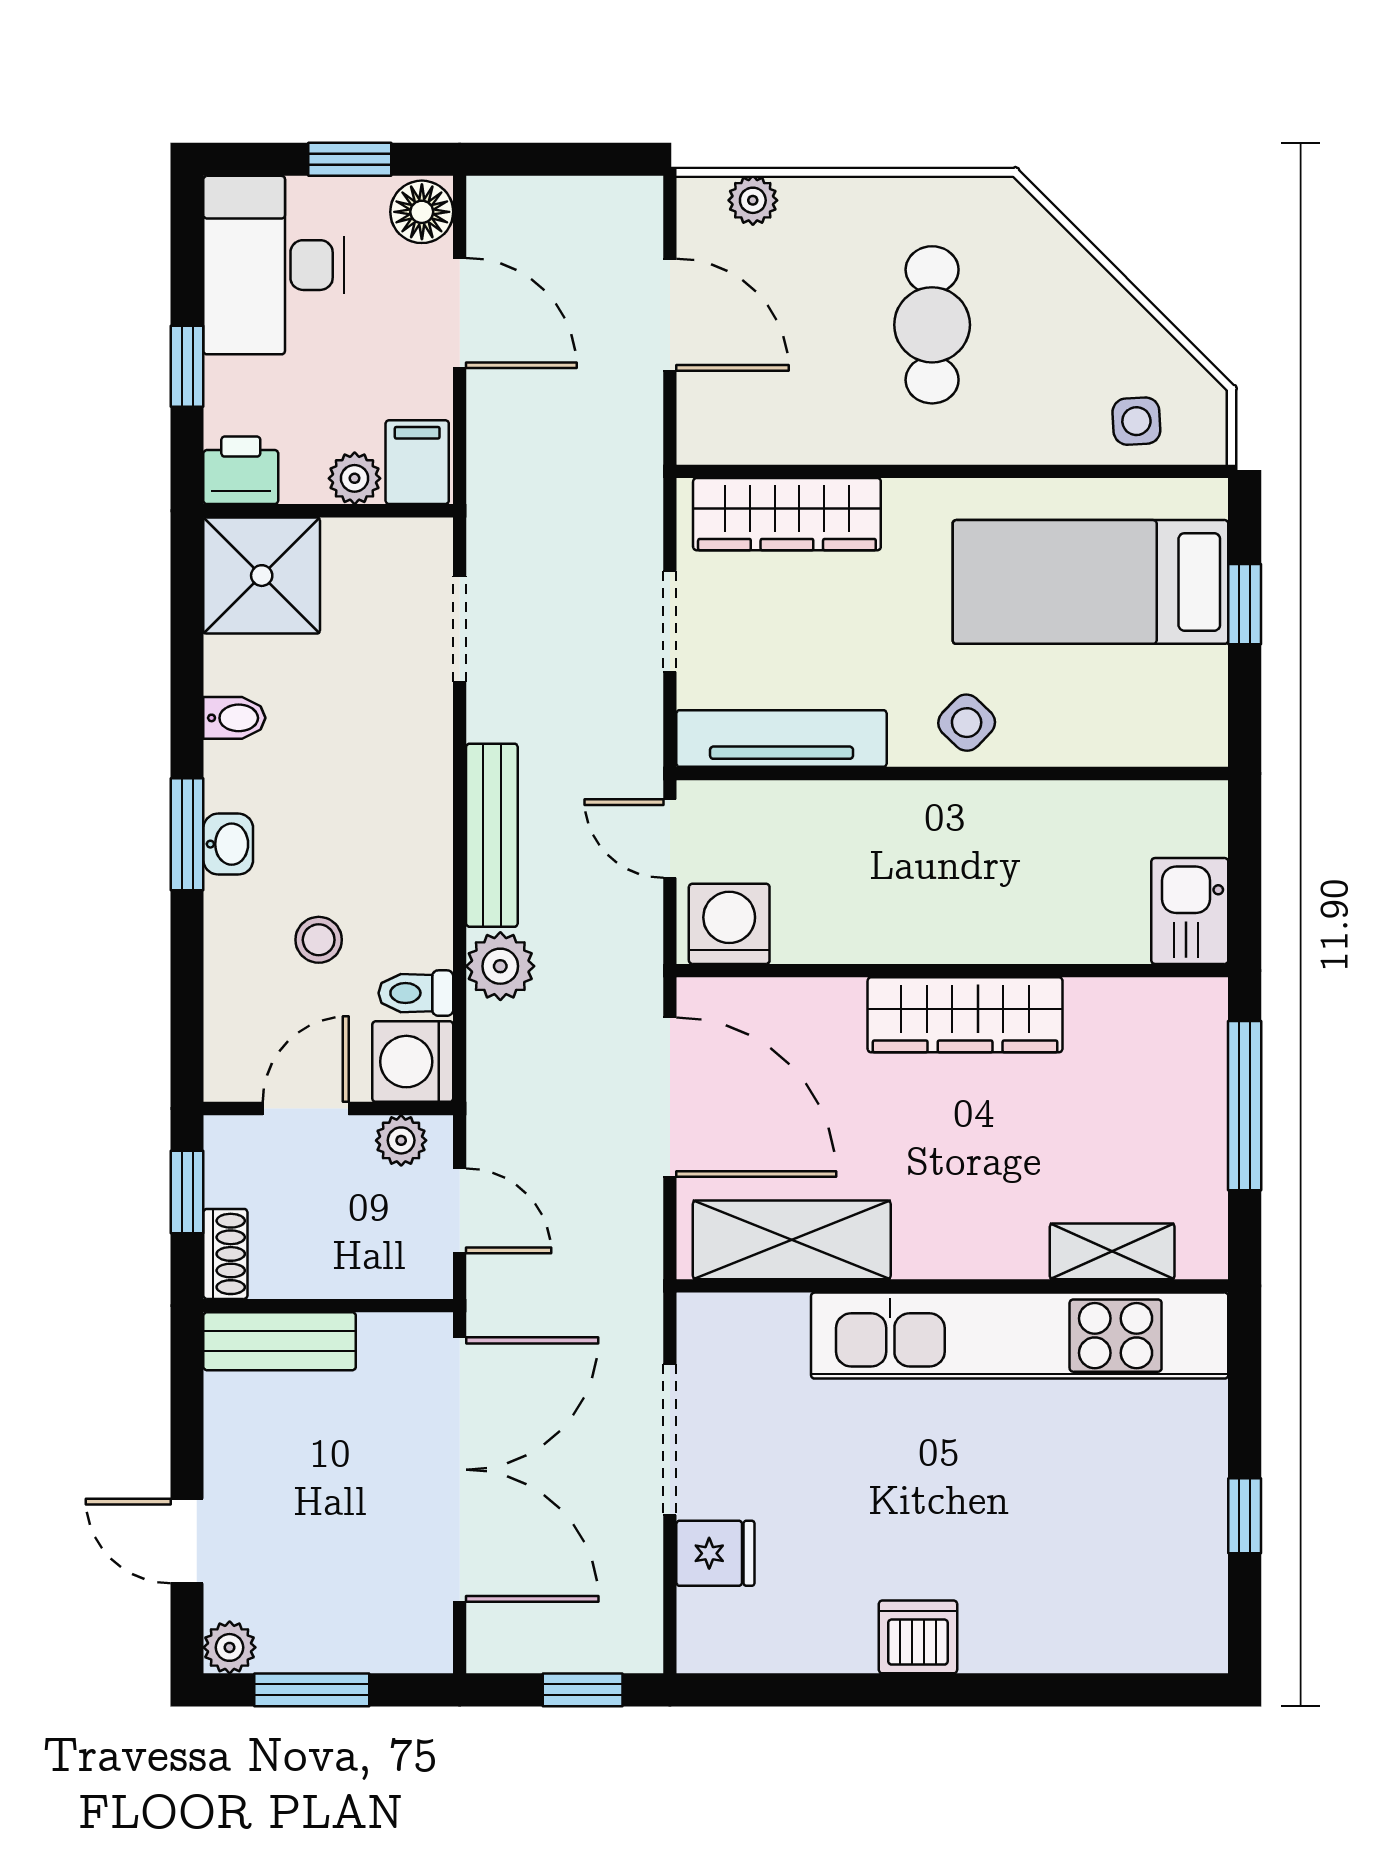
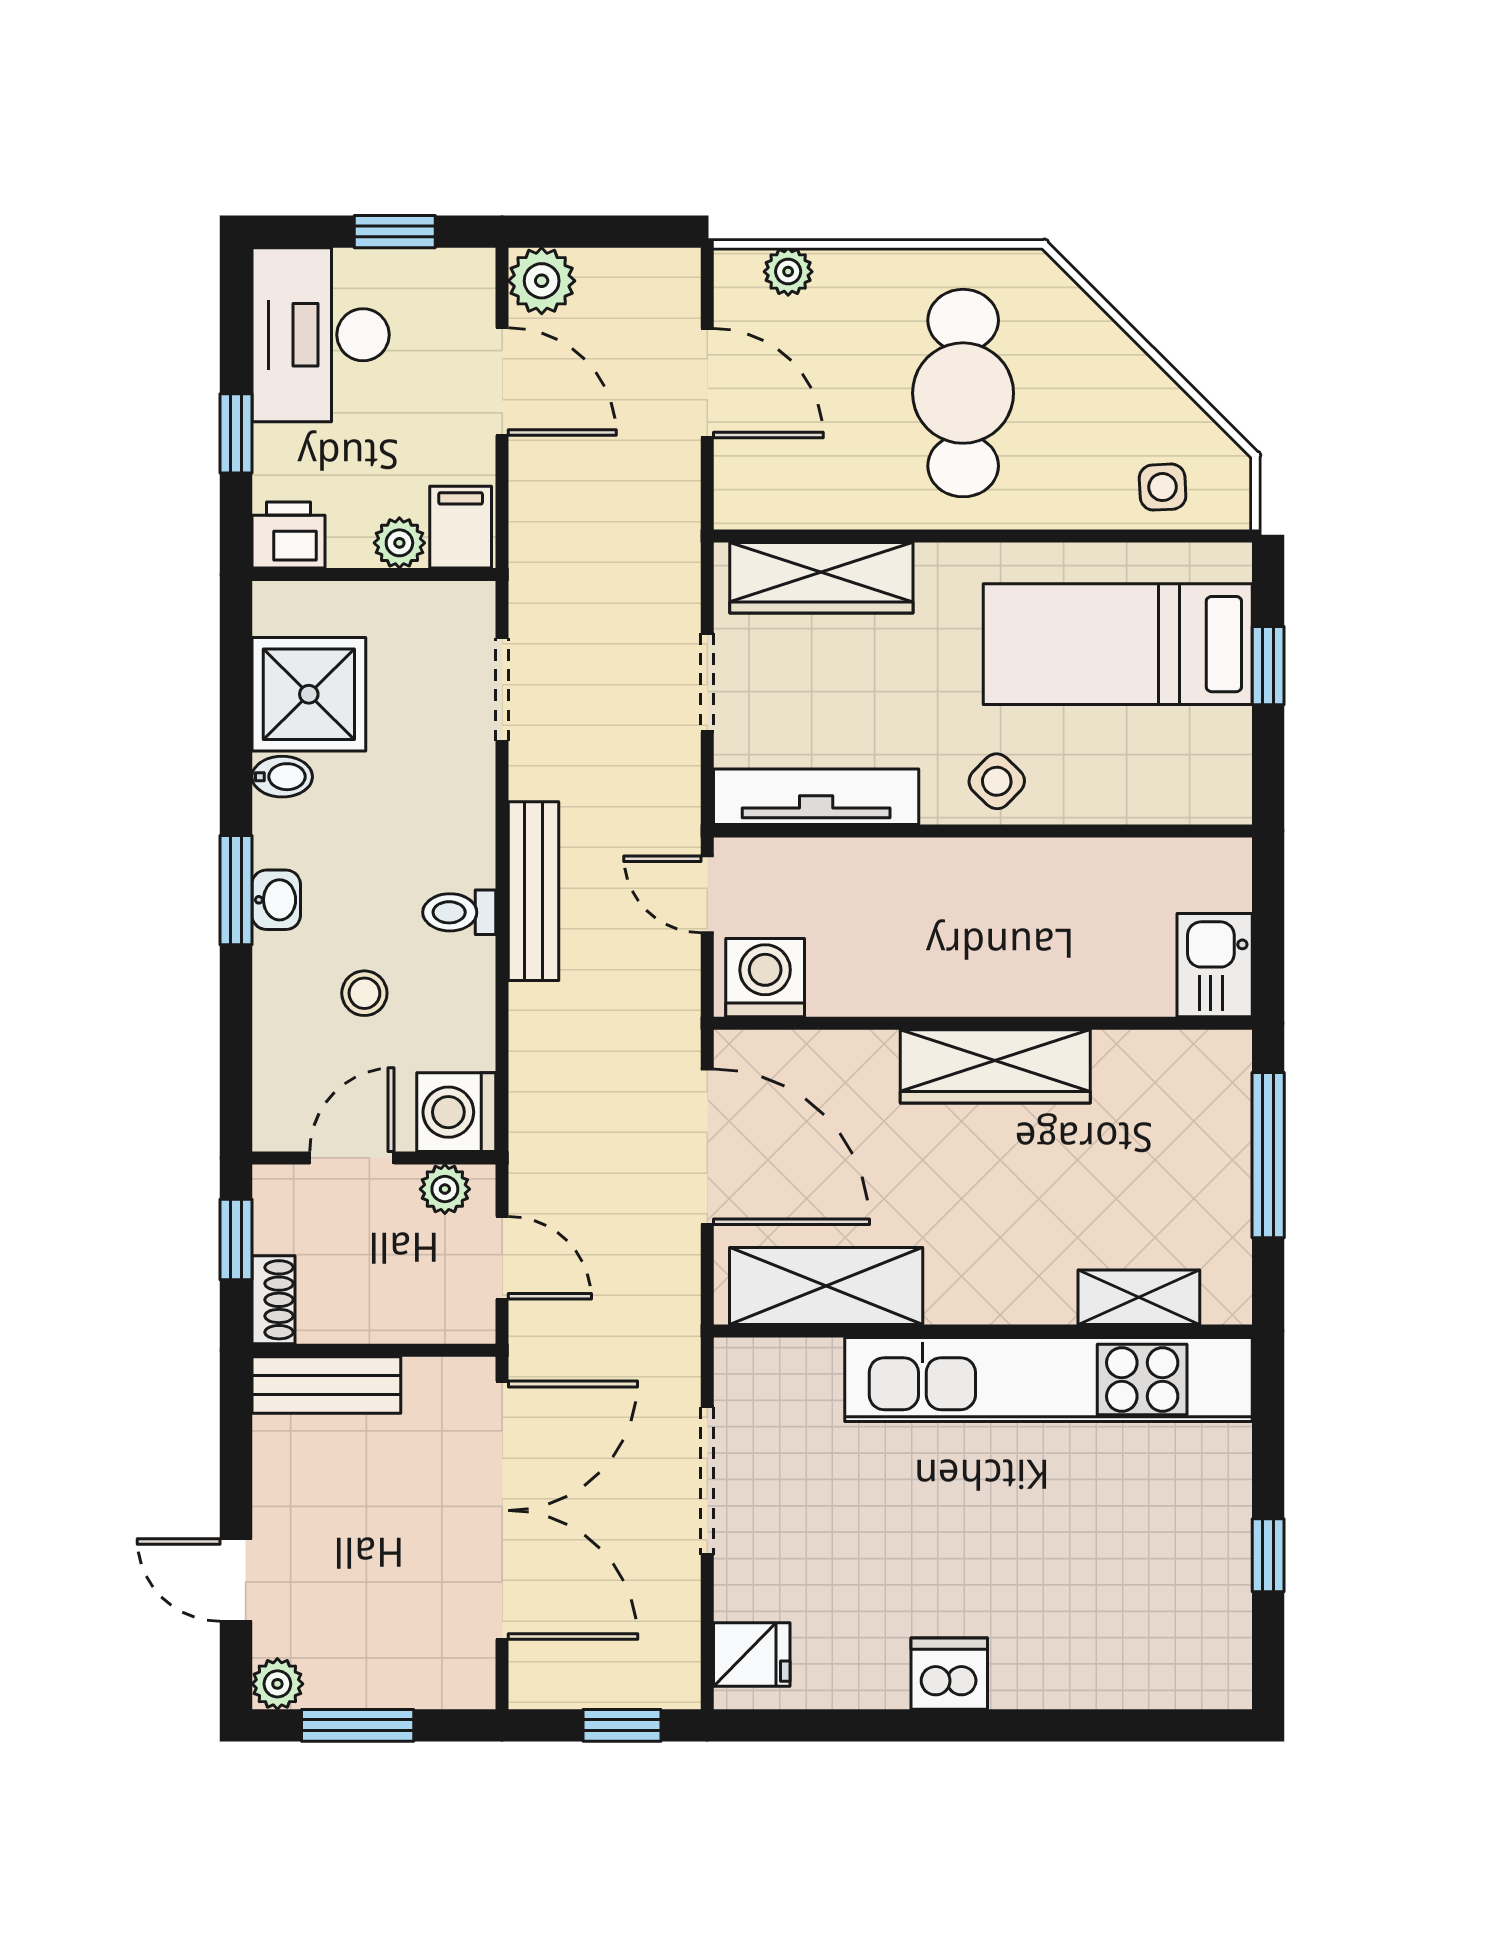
floor lamp: (422, 212) -> (465, 283), removed
cafe table: (932, 325) -> (963, 393), width x1.37, depth x1.35
shower: (262, 576) -> (309, 694), moved
plant: (500, 966) -> (542, 281), moved
toilet: (416, 993) -> (459, 912), moved
fridge: (715, 1553) -> (752, 1655), moved

